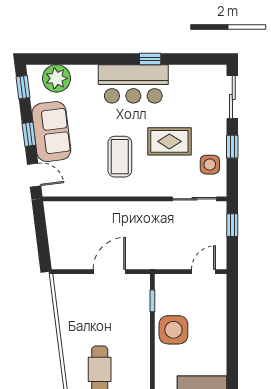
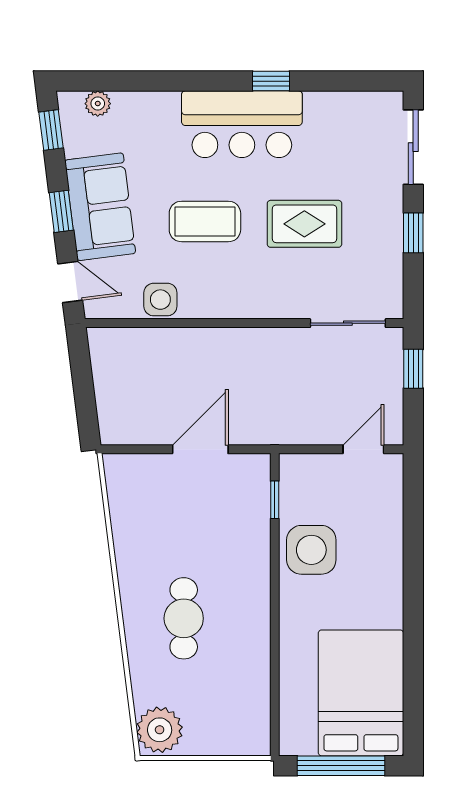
plant: (56, 78) -> (98, 104), width x0.53, depth x0.53
coffee table: (120, 157) -> (205, 221), moved, turned 90
side table: (210, 165) -> (160, 300), moved

